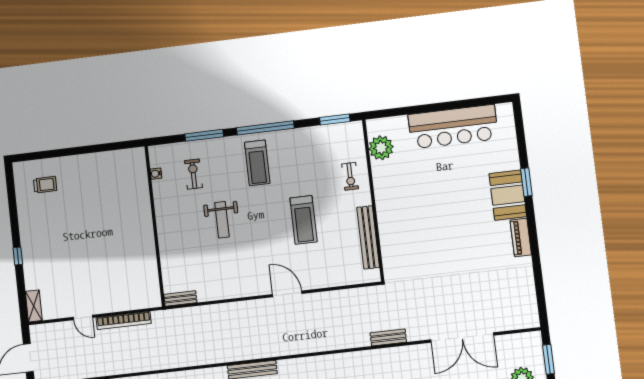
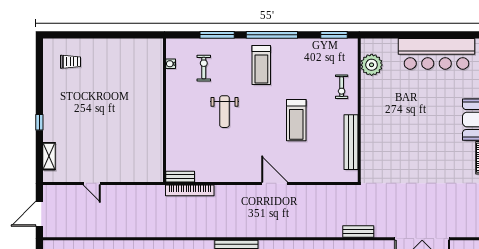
shelving: (34, 306) -> (49, 156), moved
bookcase: (124, 321) -> (190, 190), moved

